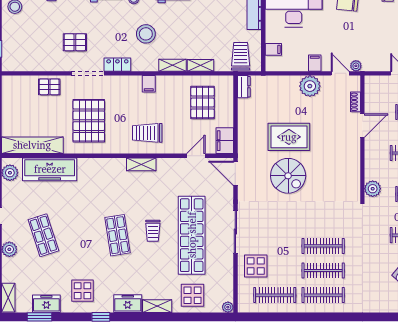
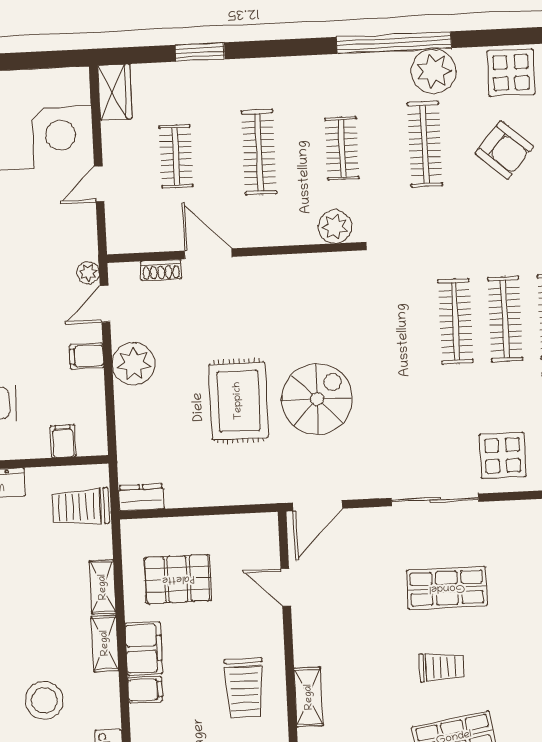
filing cabinet: (225, 141) -> (144, 648), moved, turned -90
shop shelf: (192, 235) -> (447, 588), width x0.50, depth x0.74

